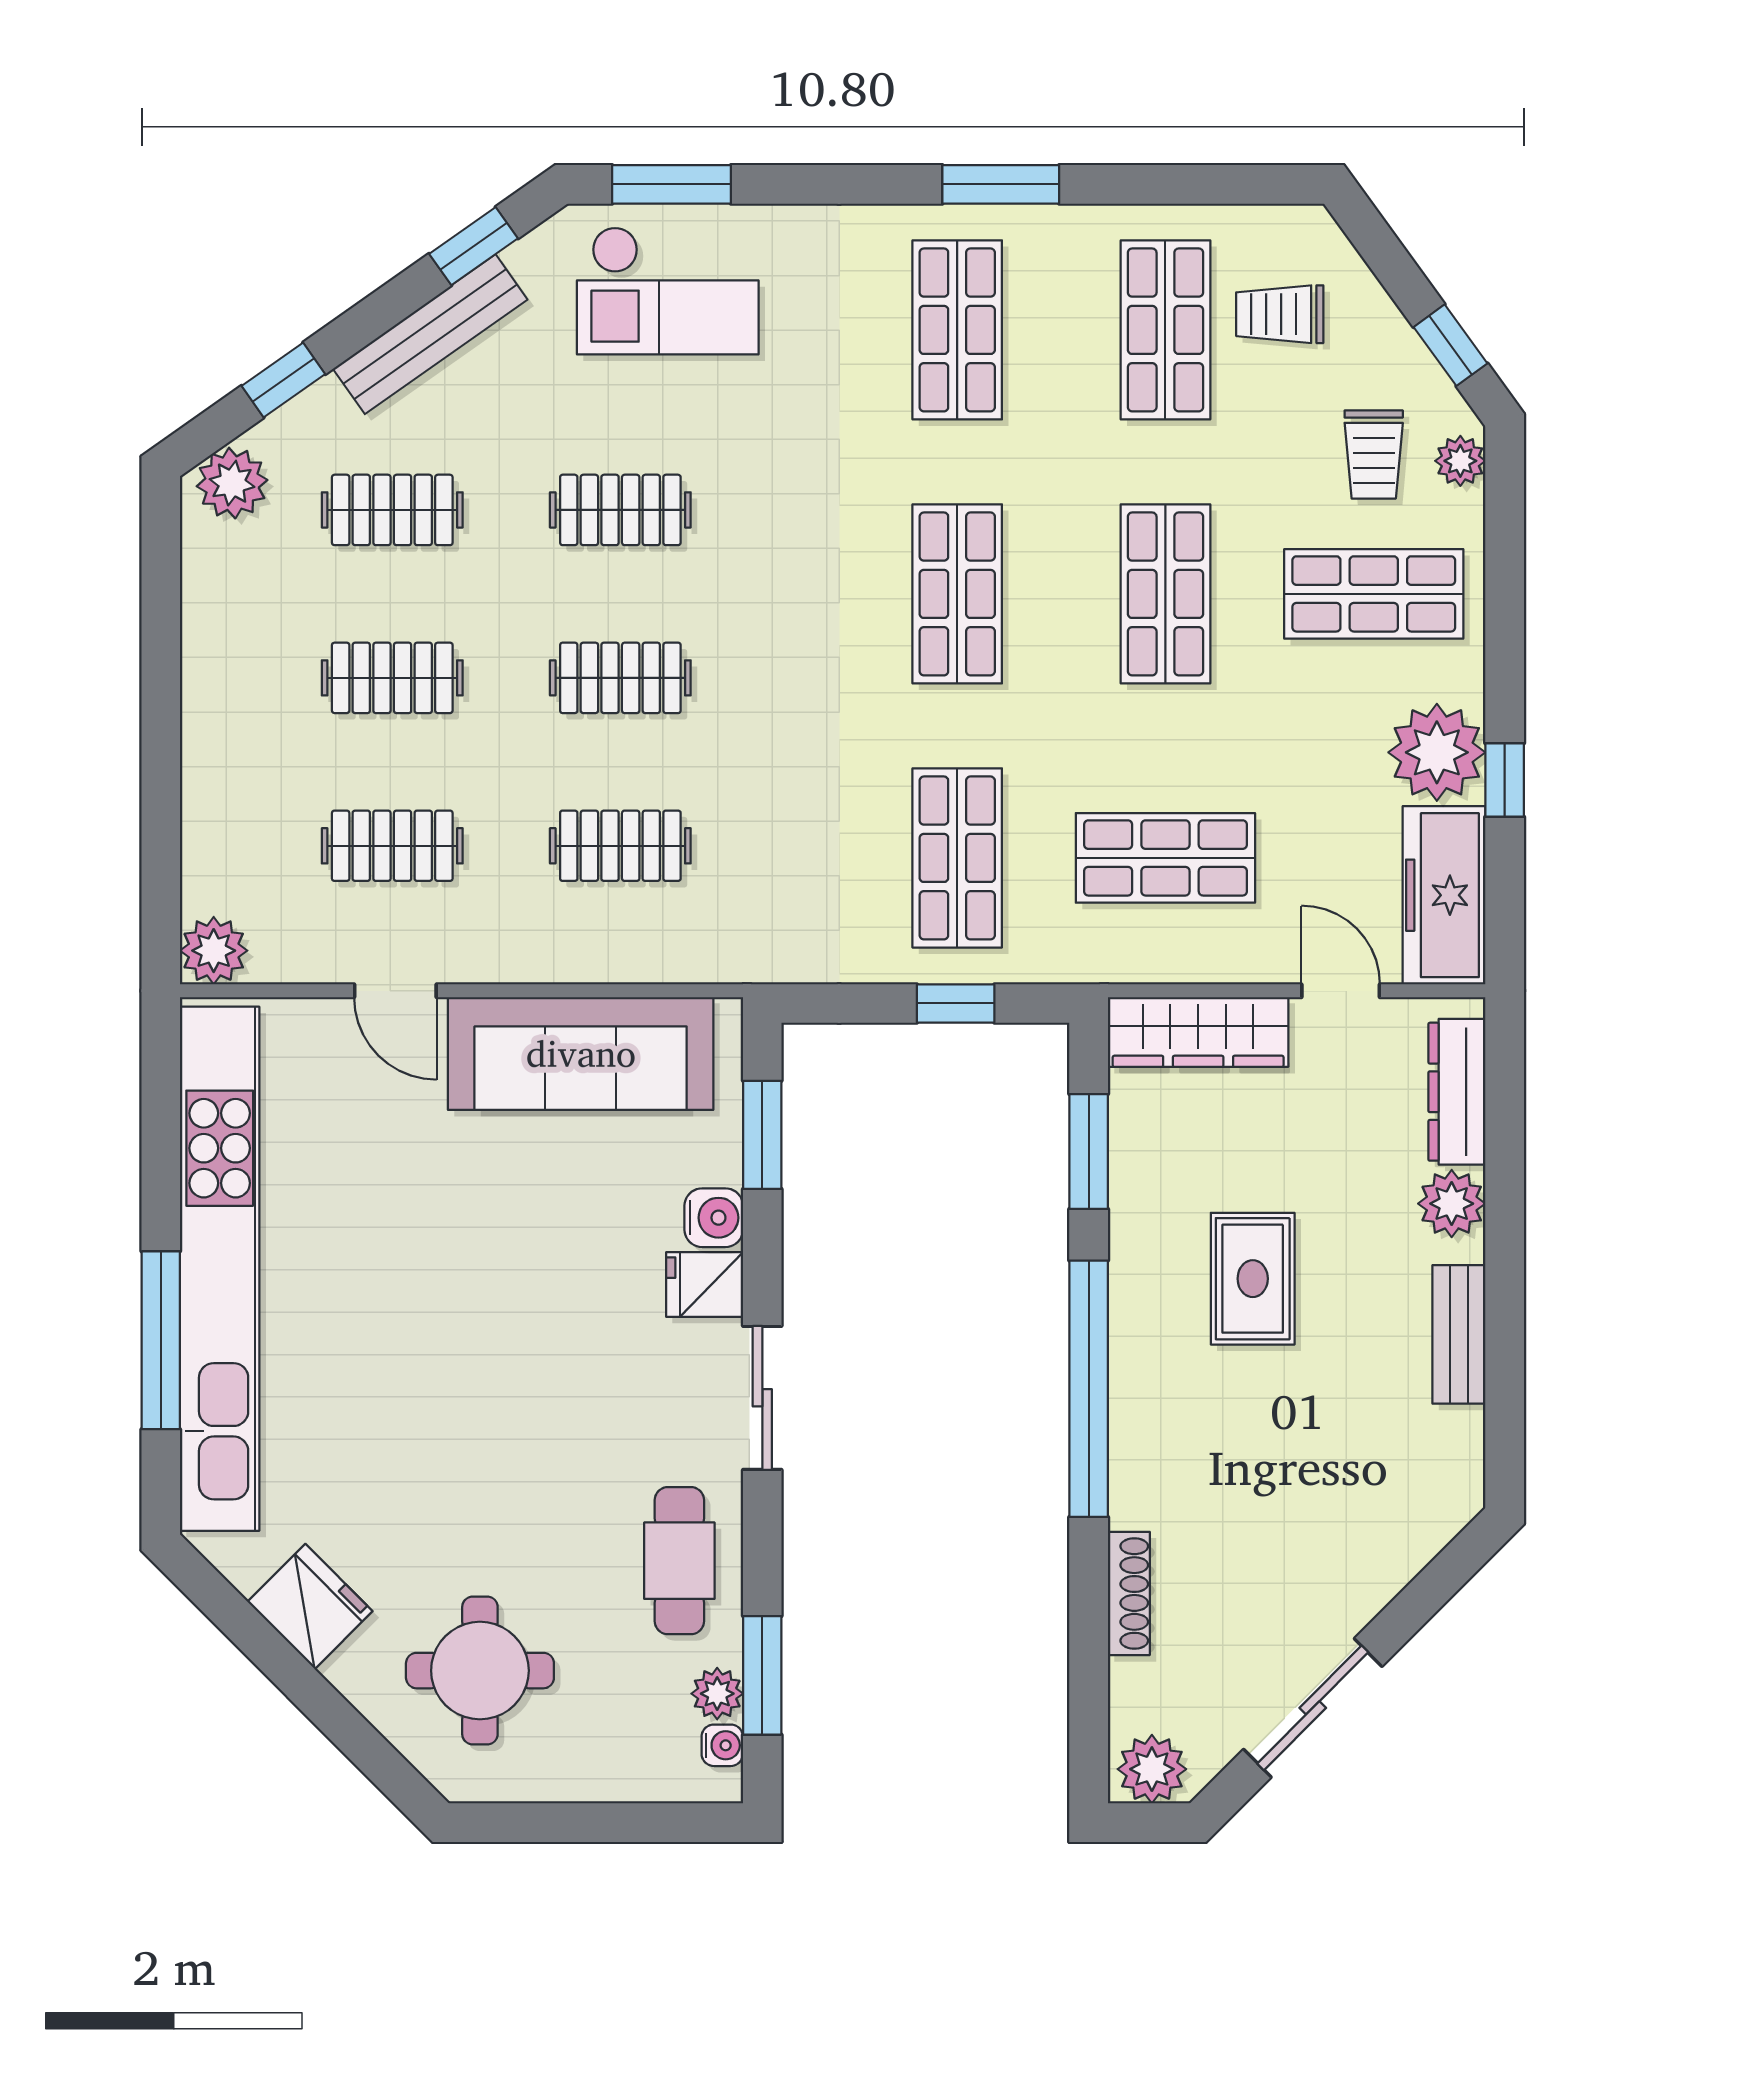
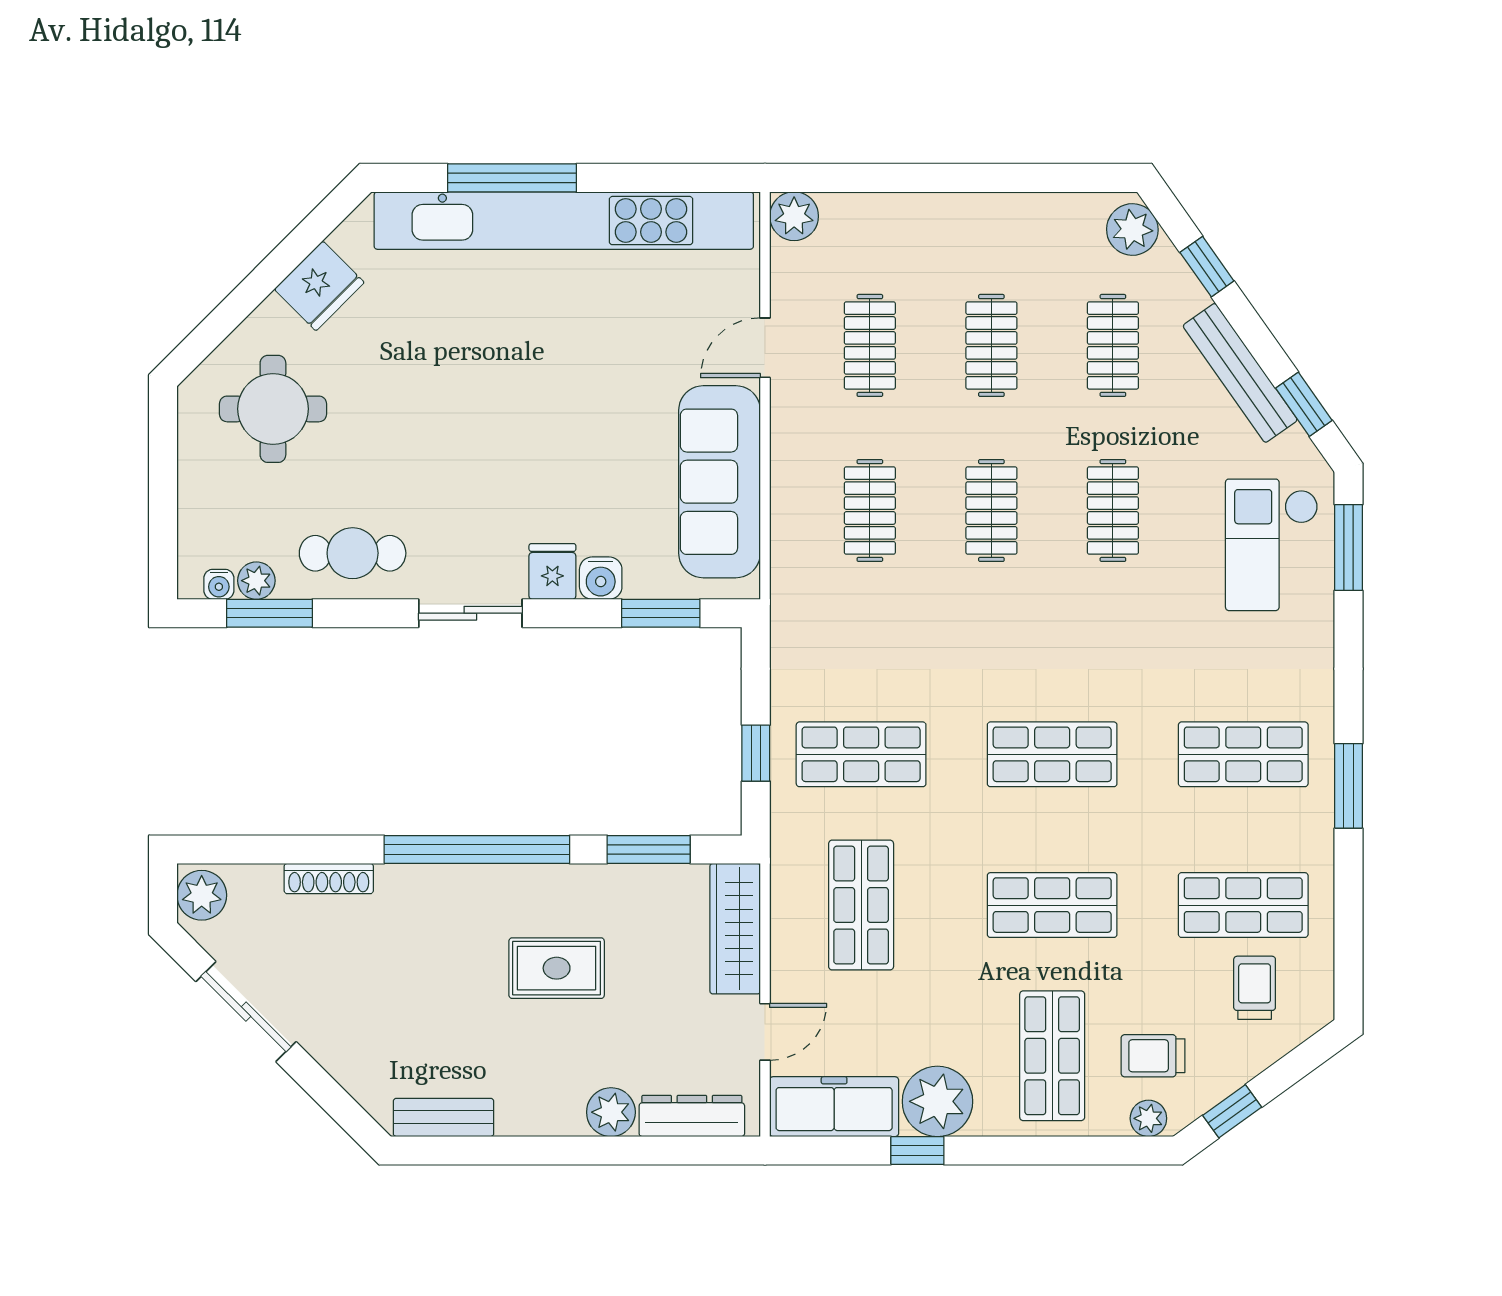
bench: (1459, 1334) -> (443, 1117), moved

